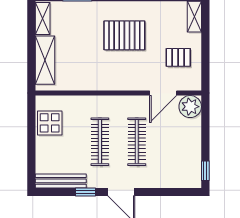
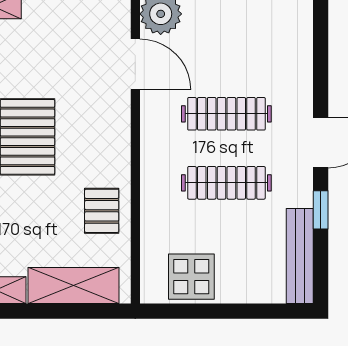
pallet: (178, 57) -> (102, 211), moved

